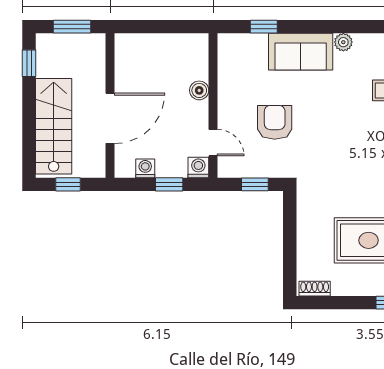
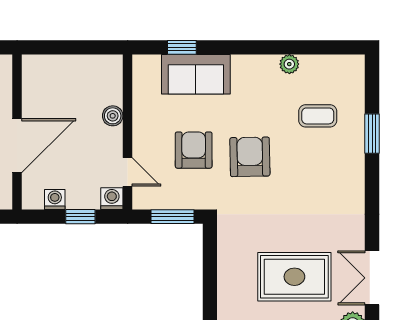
plant: (343, 42) -> (289, 64), moved
sofa: (301, 52) -> (196, 74), moved
armchair: (327, 129) -> (250, 157), added
window: (255, 184) -> (173, 217), width x1.50

